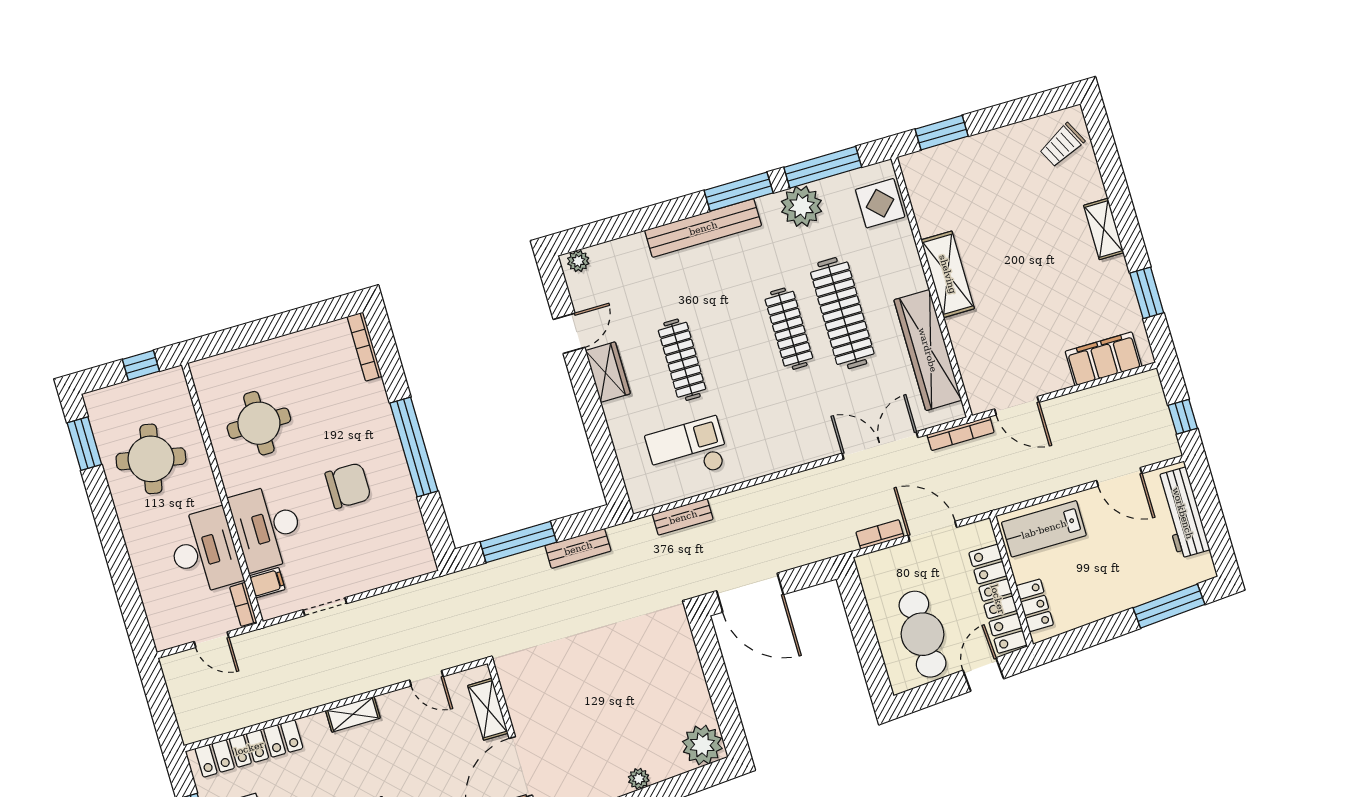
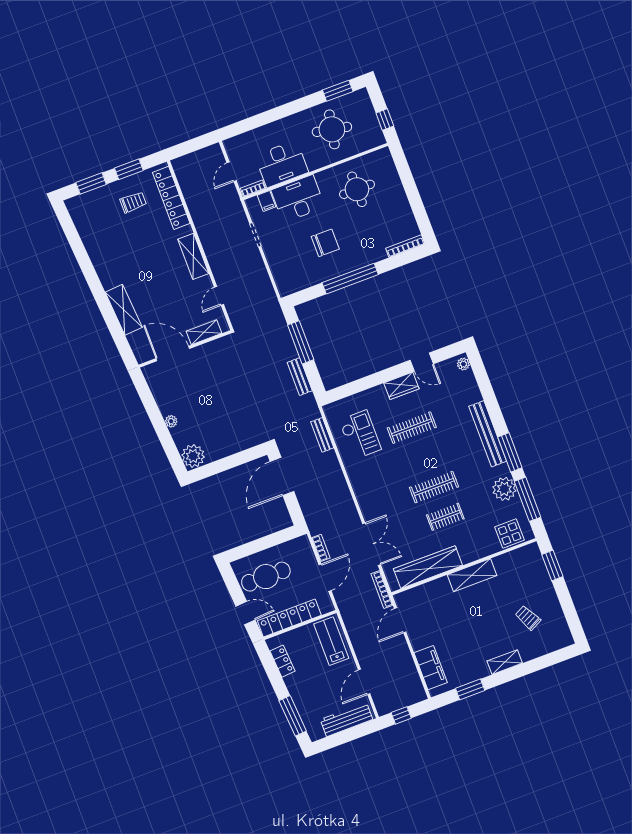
trolley: (1062, 145) -> (528, 618), moved
clothes rail: (842, 313) -> (445, 517), width x0.54, depth x0.76
chair: (348, 486) -> (325, 243), turned -90
locker: (1035, 605) -> (282, 661), moved, turned -94
shelving: (353, 714) -> (193, 256), width x1.50, depth x1.33

